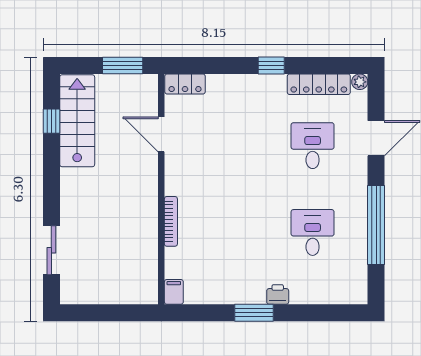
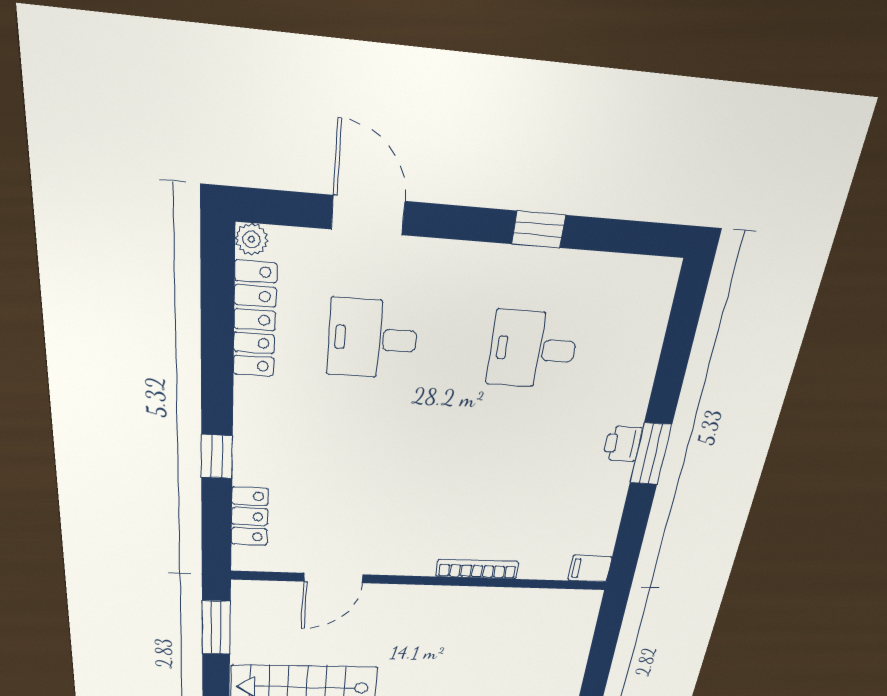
window: (271, 65) -> (217, 457), moved
locker: (185, 84) -> (250, 516), moved
window: (376, 225) -> (539, 230), width x0.32
printer: (278, 294) -> (623, 444), moved

